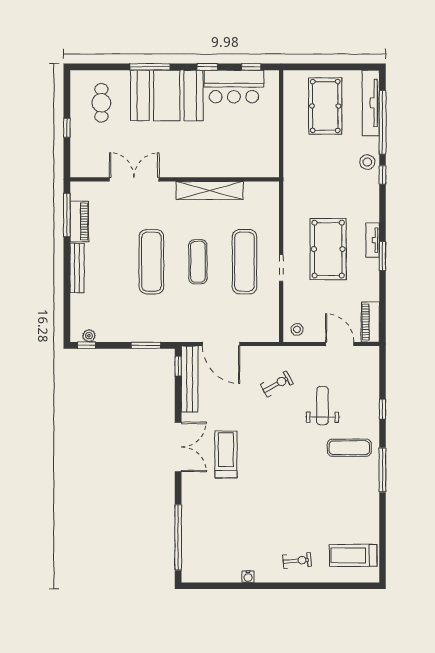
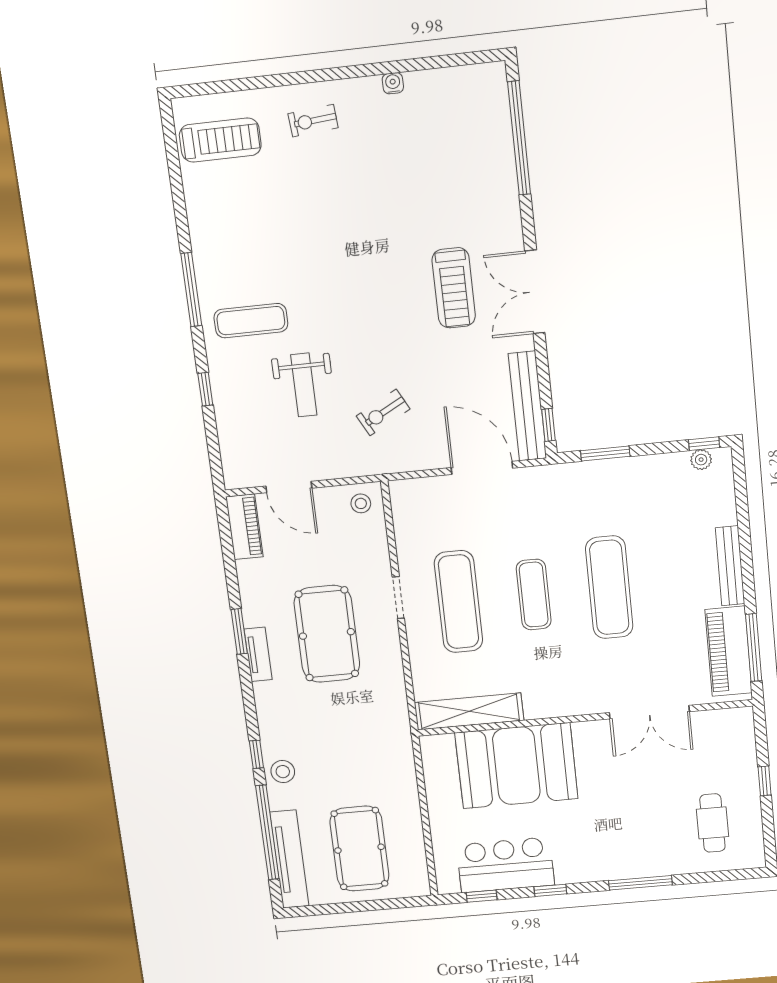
booth: (167, 95) -> (516, 766), moved
shelving: (210, 190) -> (469, 711), moved
piano: (79, 221) -> (729, 651), width x1.37, depth x1.33

